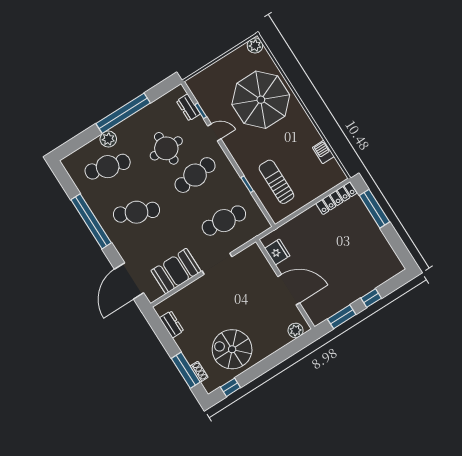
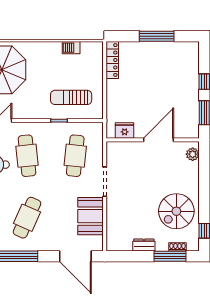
window: (374, 209) -> (157, 36), moved
dresser: (172, 324) -> (144, 245), moved

